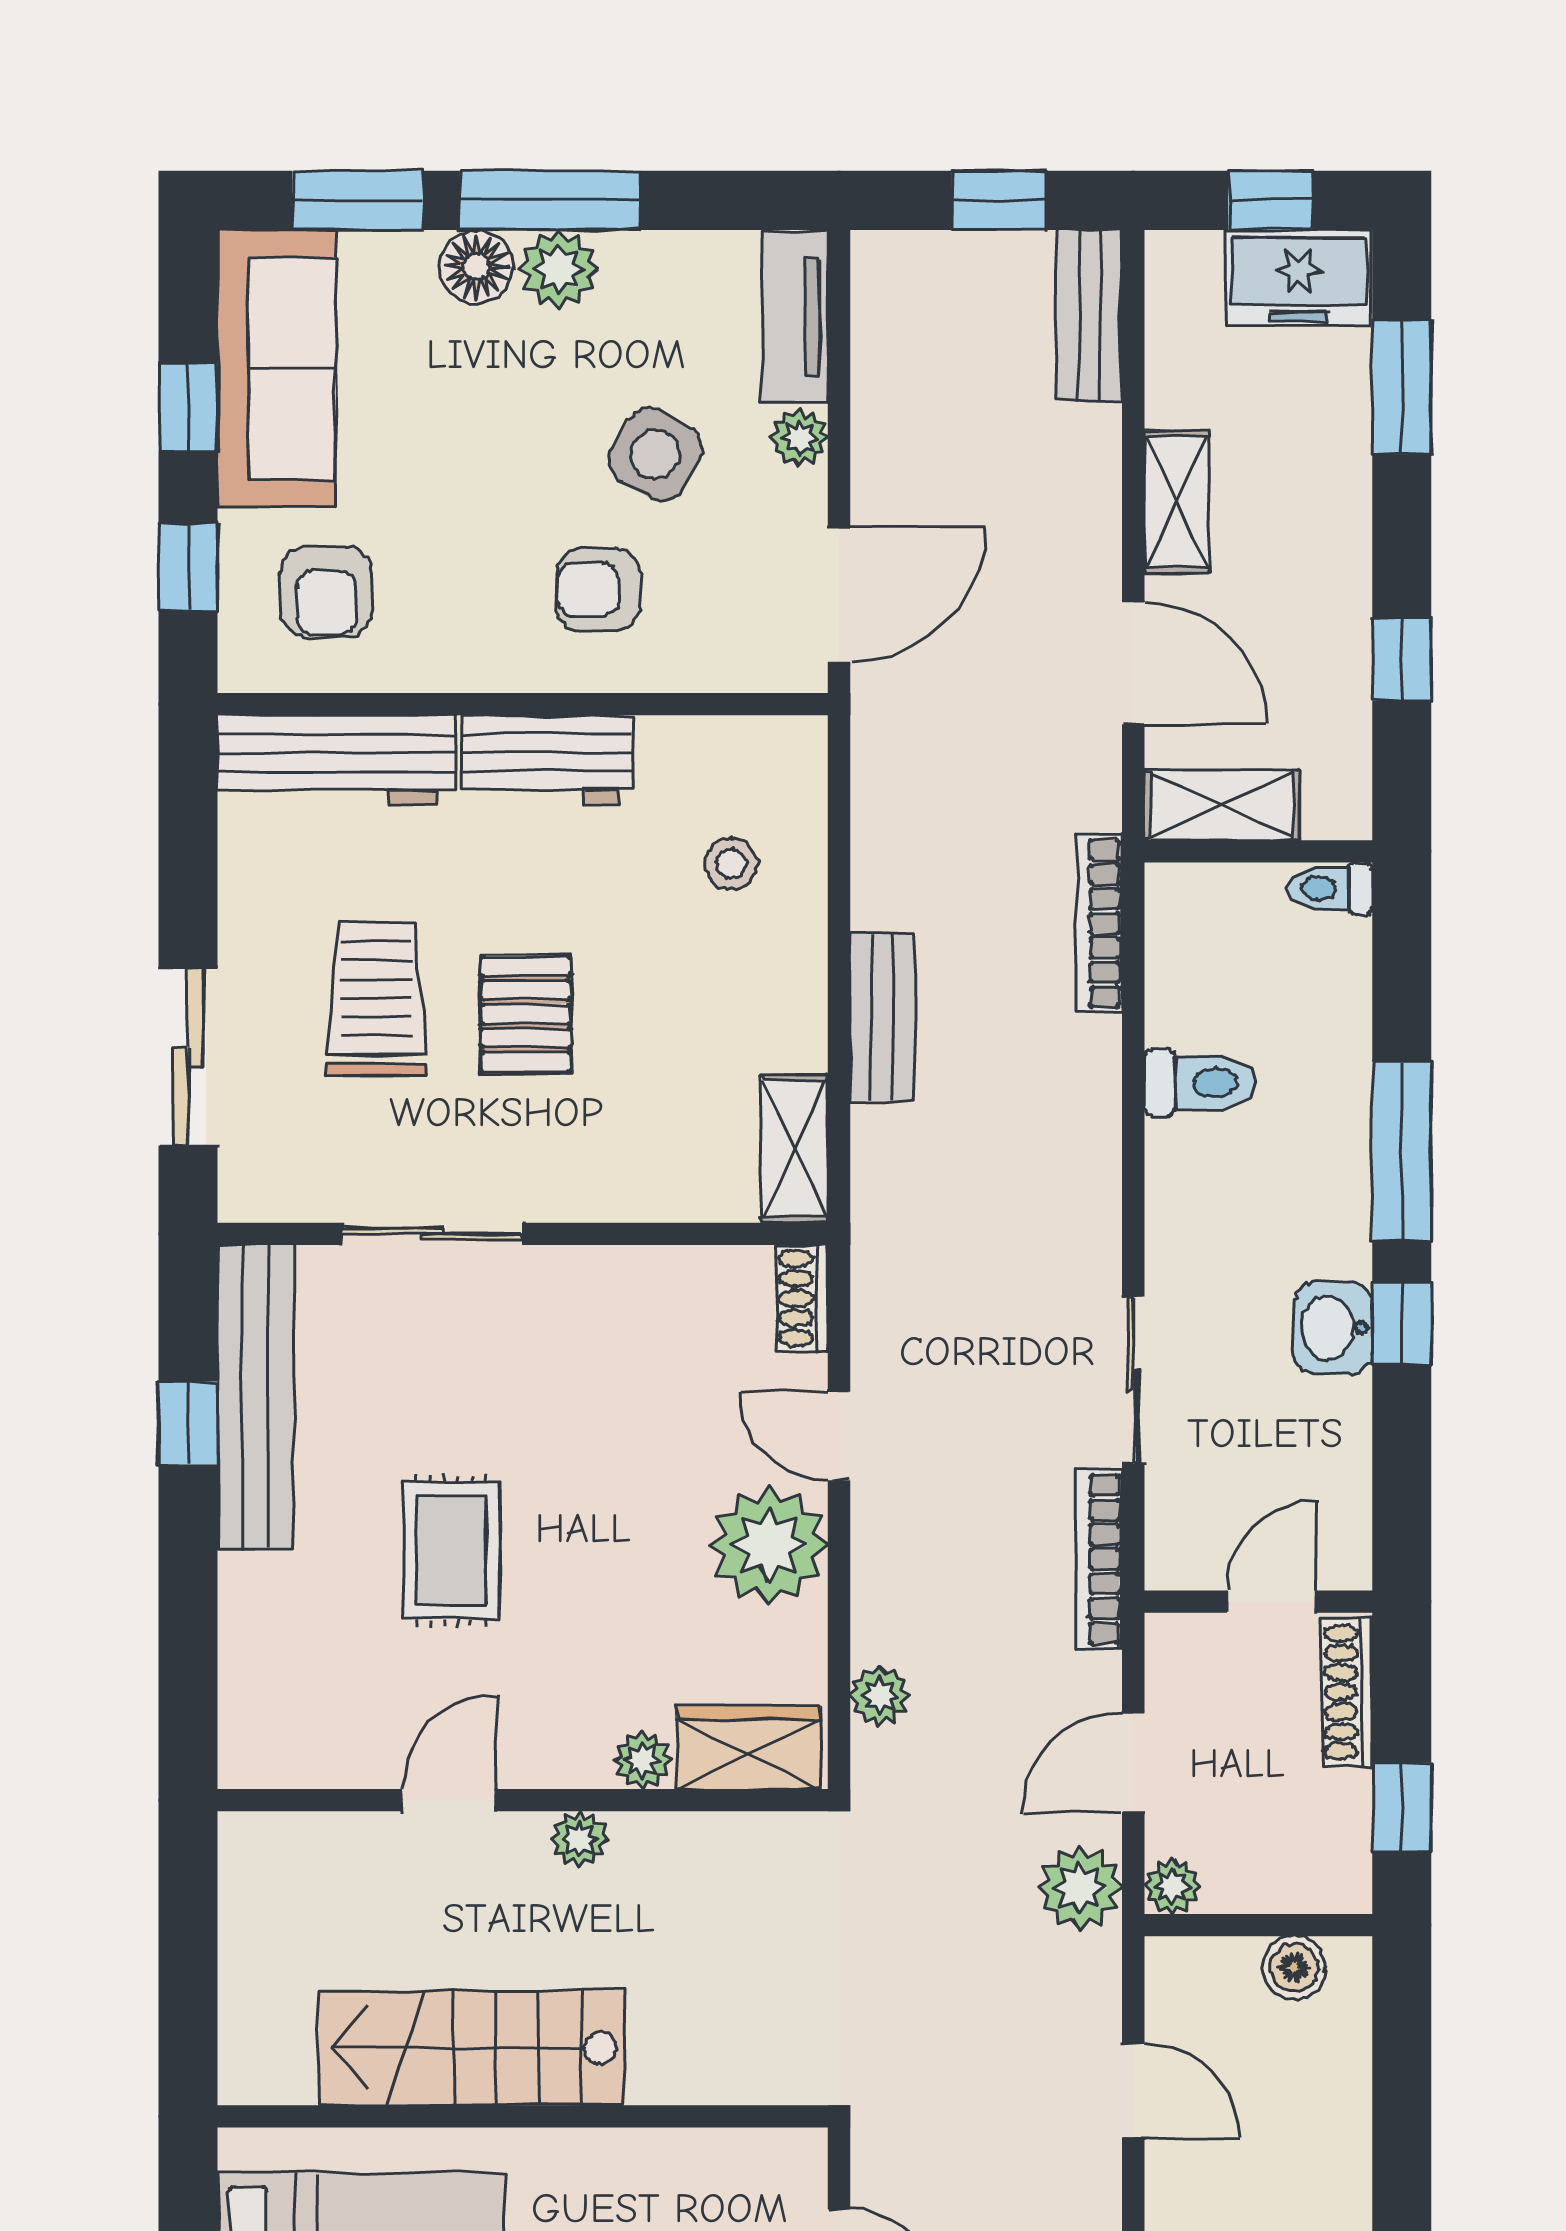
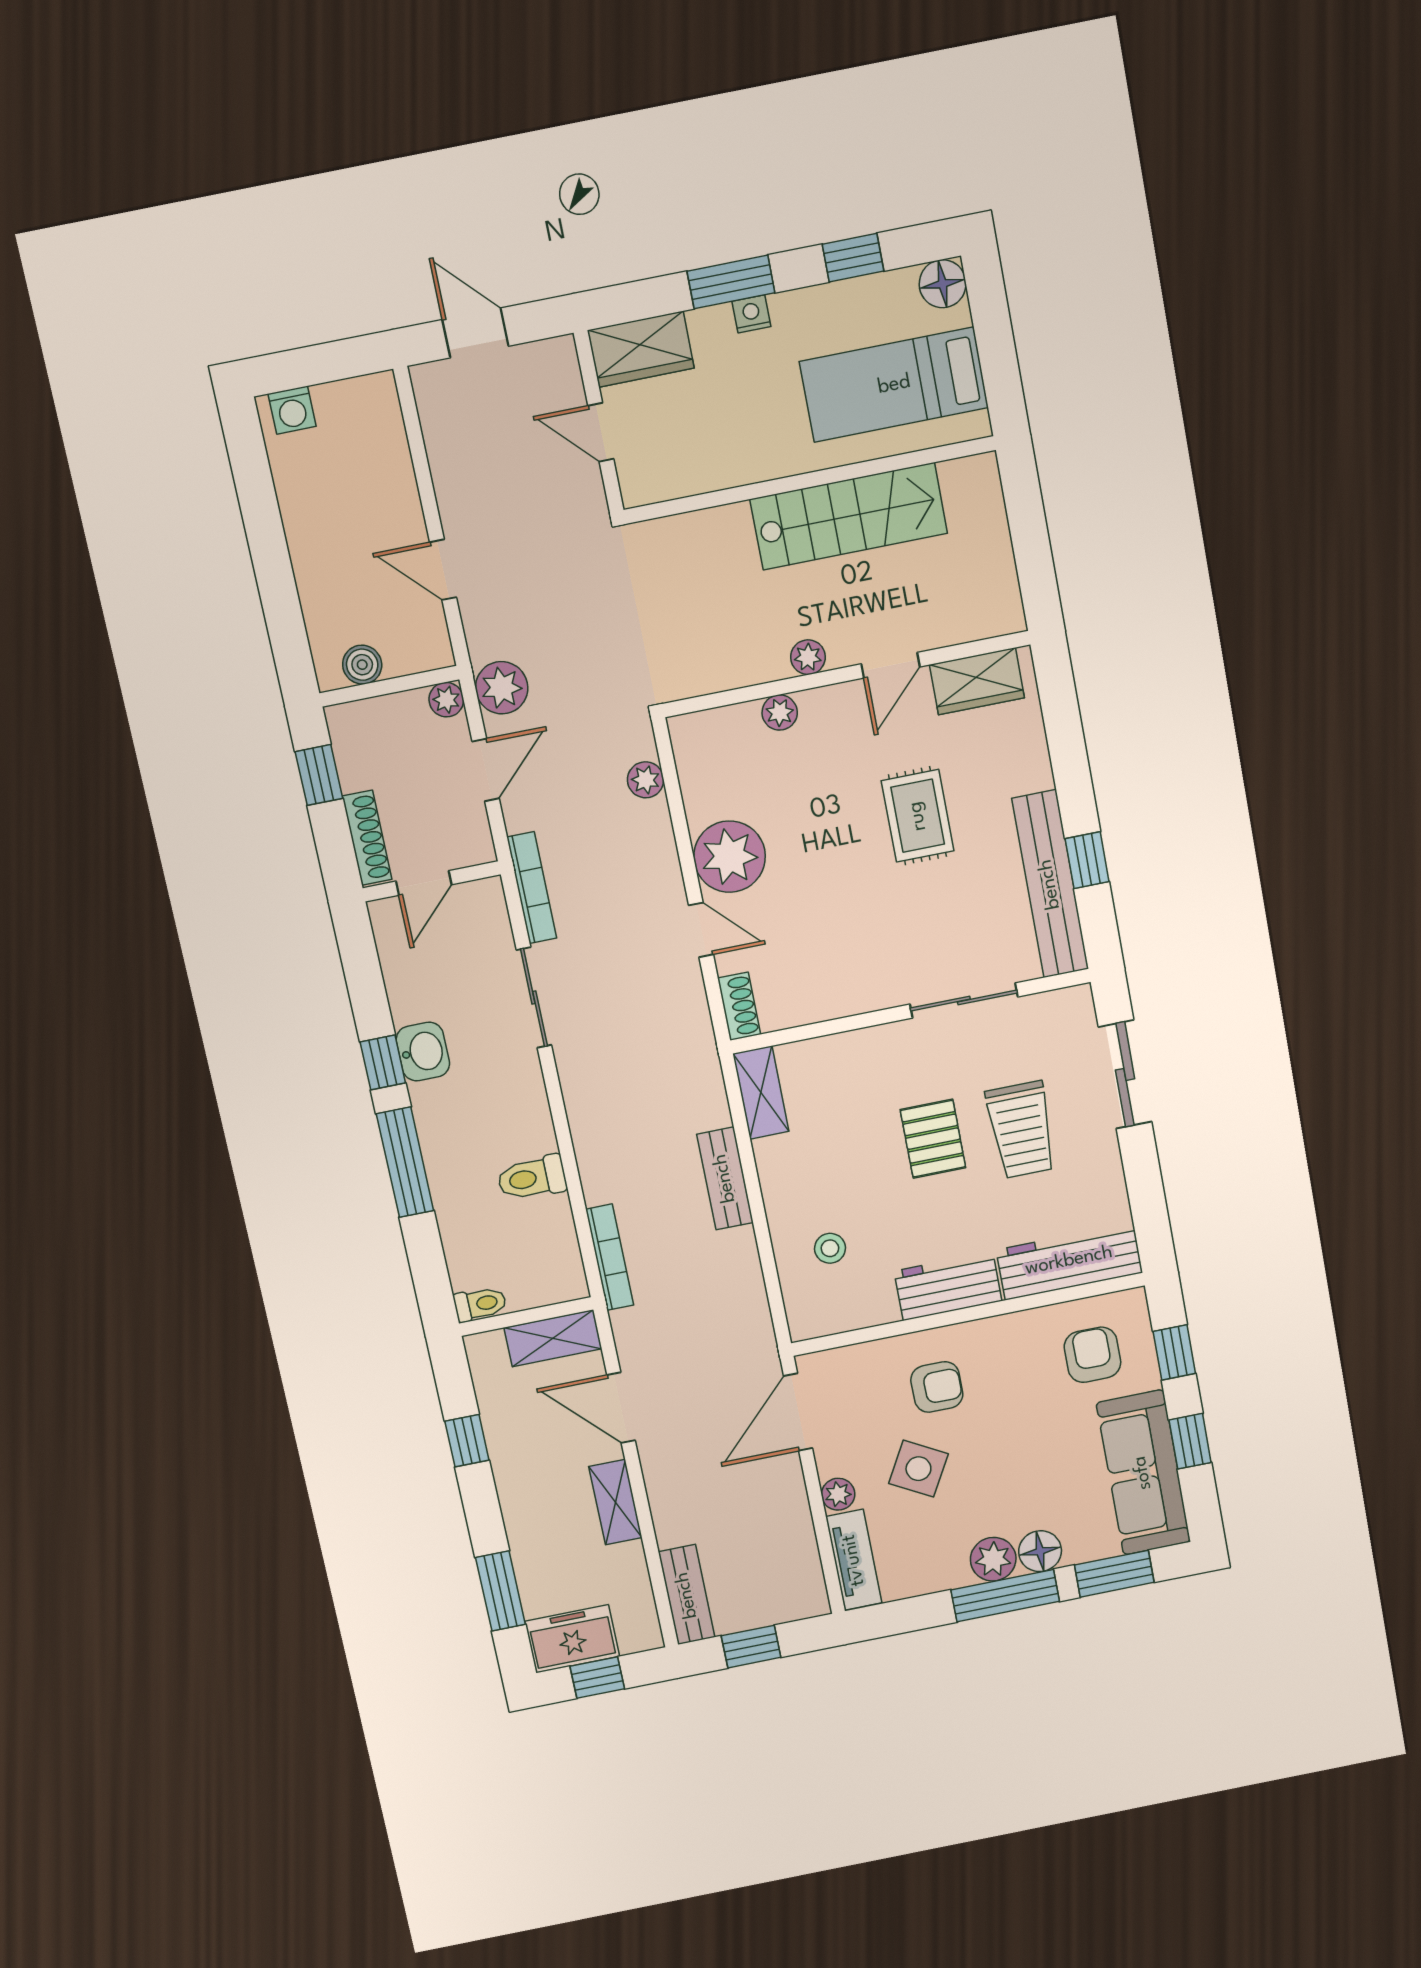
wardrobe: (749, 1748) -> (977, 681), moved

